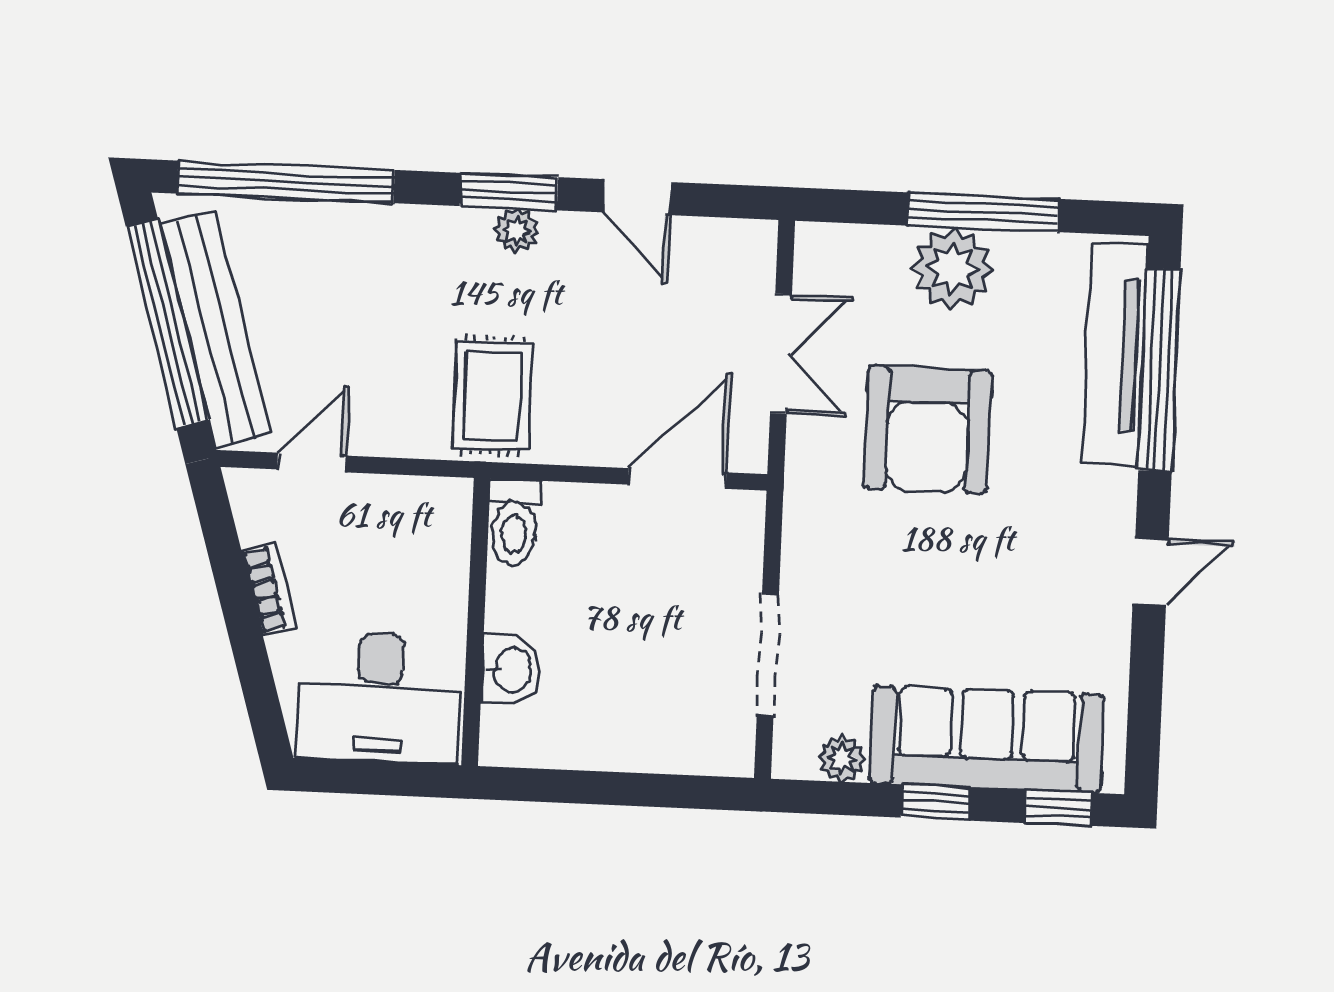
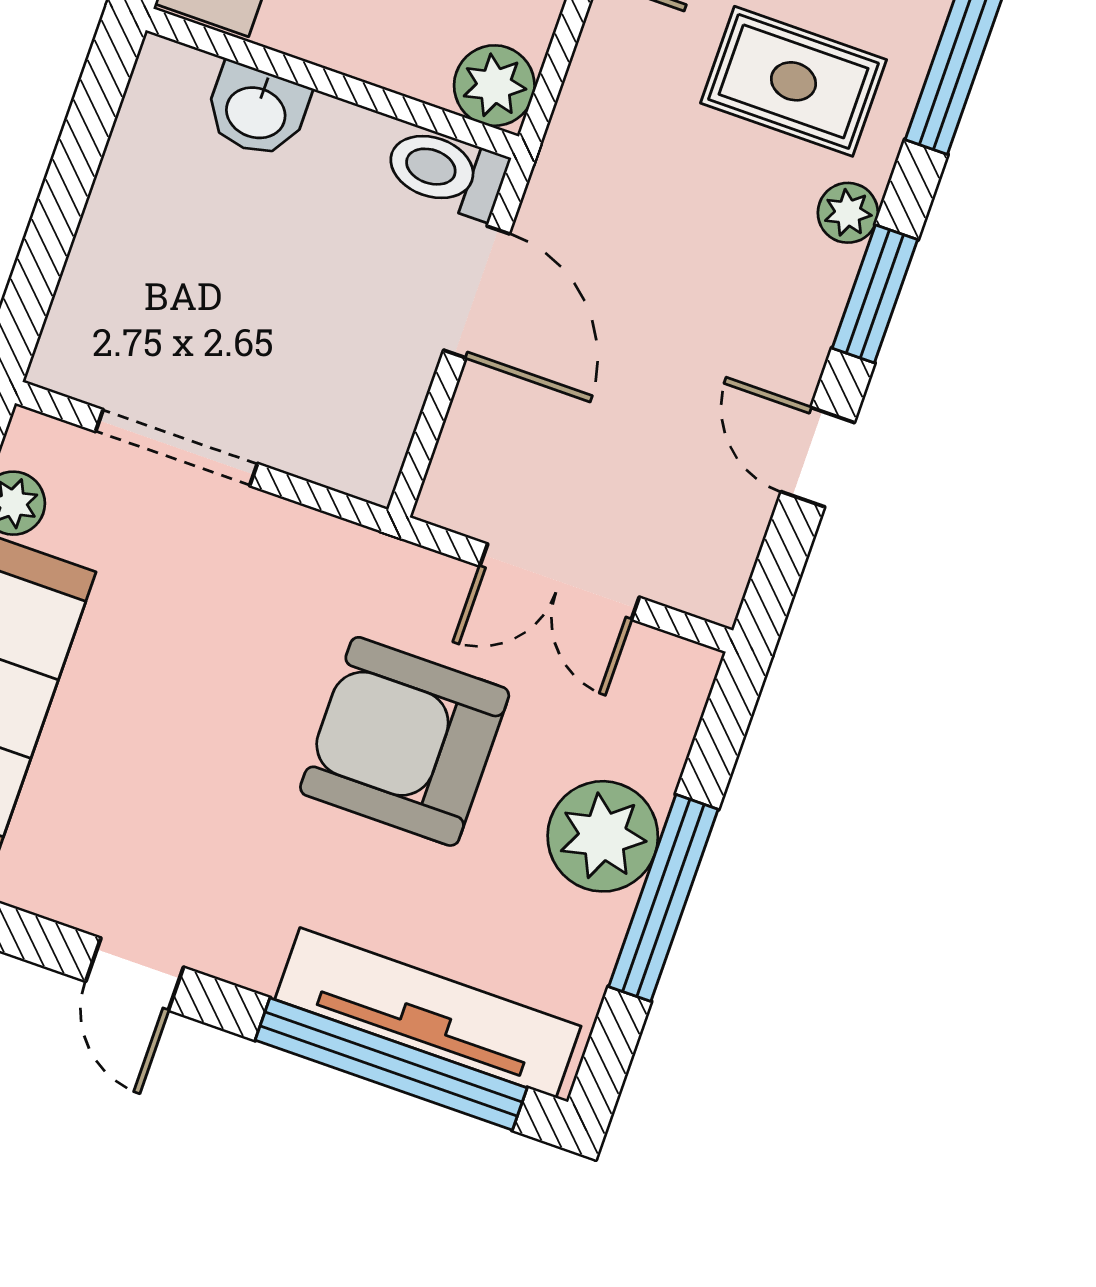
door: (637, 197) -> (818, 457), hinge flipped
plant: (517, 231) -> (848, 213), moved
rug: (492, 396) -> (794, 81), moved
door: (677, 478) -> (477, 292), moved
plant: (443, 506) -> (494, 86), added

